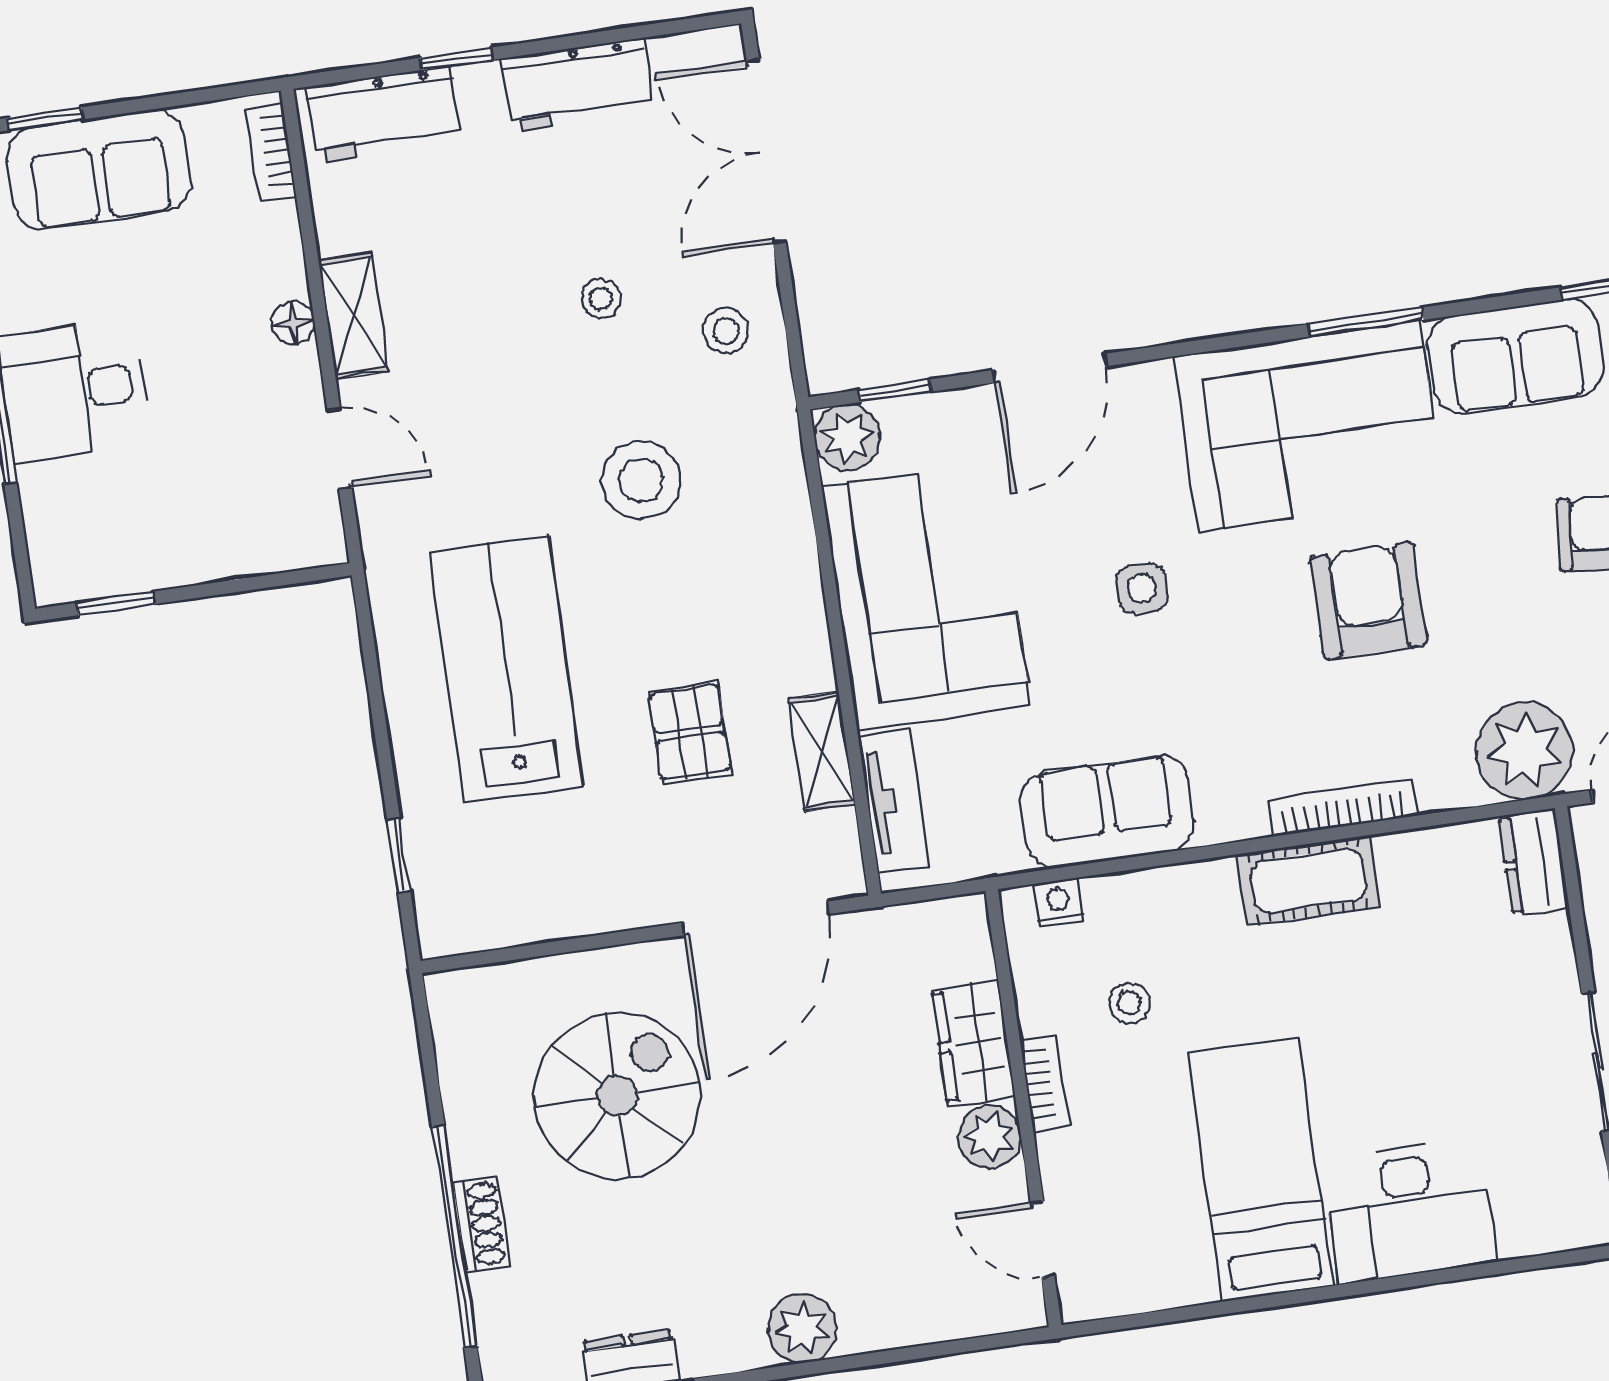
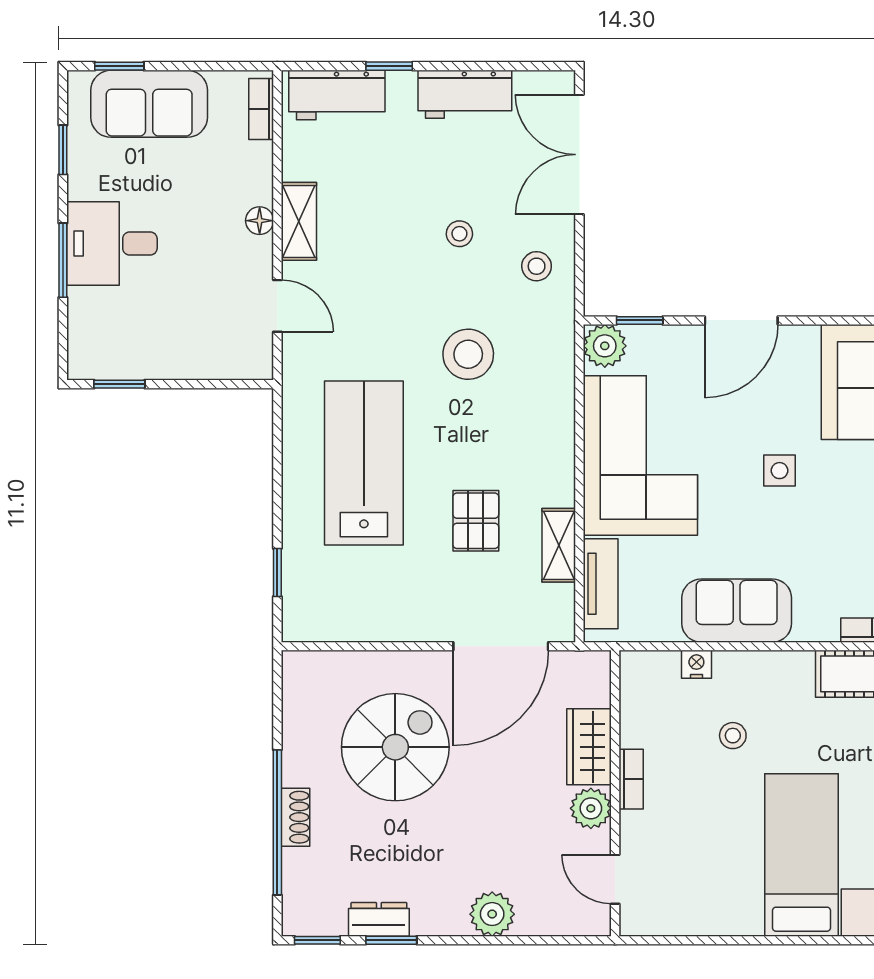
wardrobe: (973, 1043) -> (589, 747), moved
bookcase: (1045, 1083) -> (631, 779), moved
wall: (1023, 1108) -> (615, 793), moved
plant: (990, 1137) -> (591, 808), moved
door: (1042, 1239) -> (615, 879), moved

